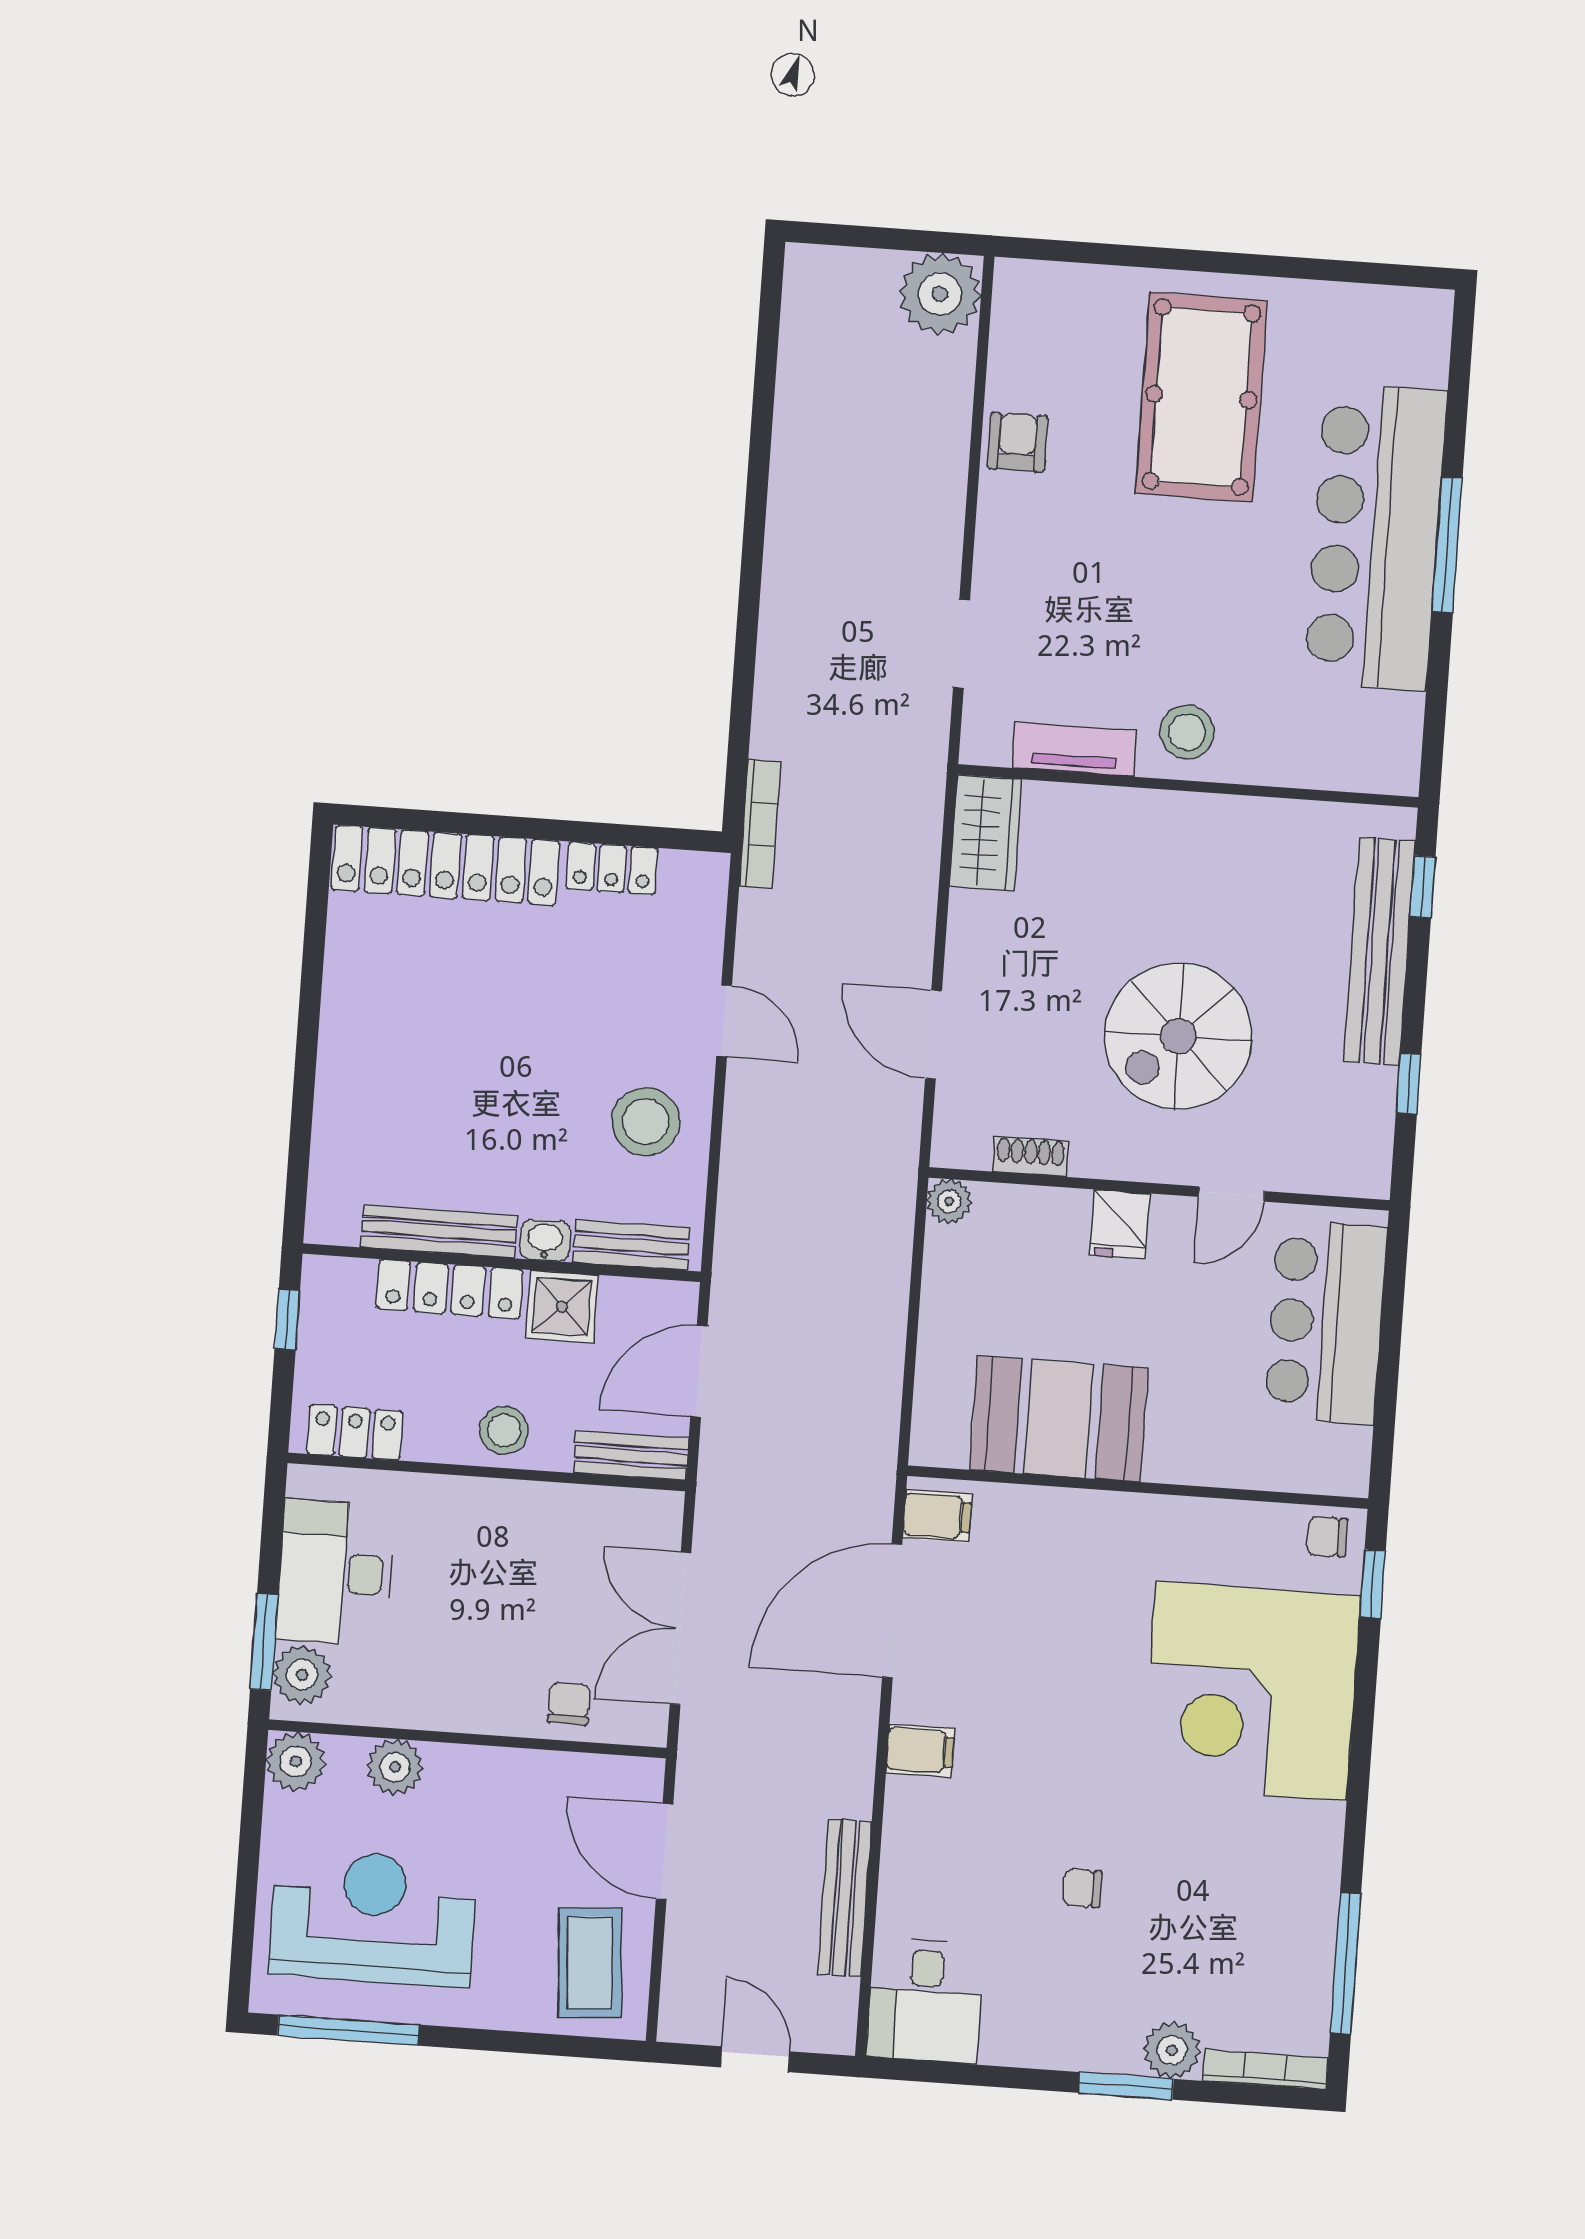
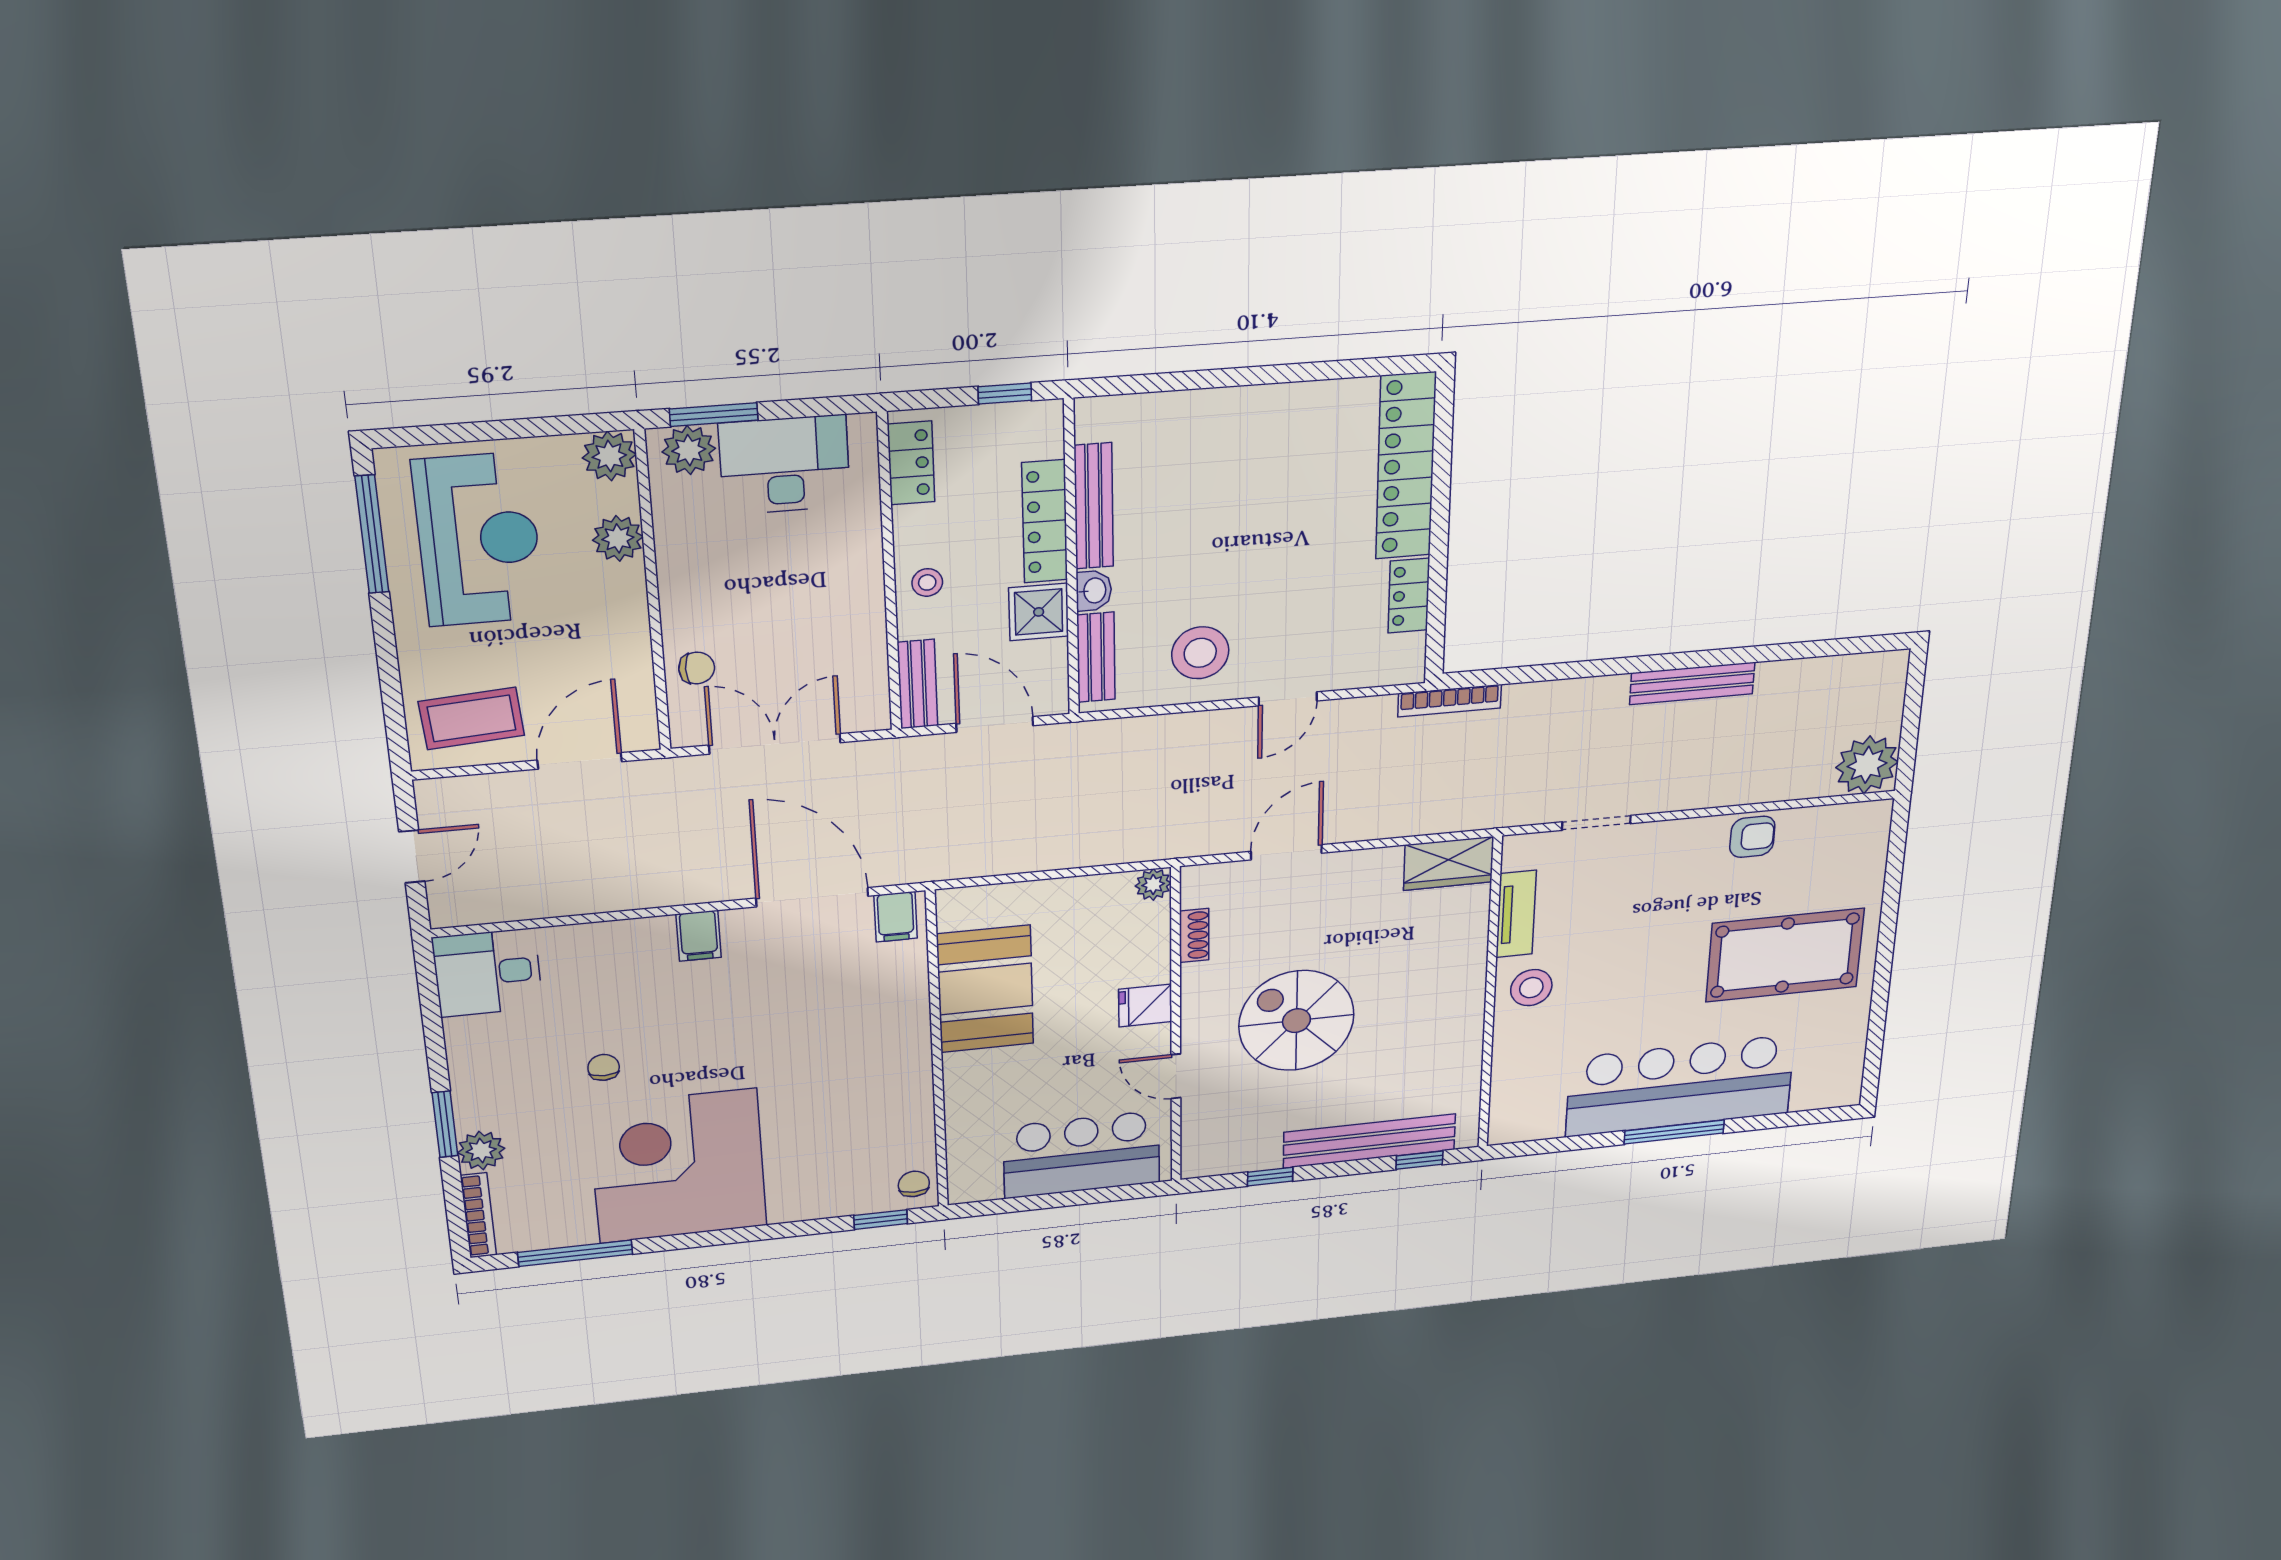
stool: (504, 1430) -> (927, 582), width x0.73, depth x0.73
corner desk: (1251, 1691) -> (678, 1166), moved
bench: (844, 1898) -> (1692, 683), moved

